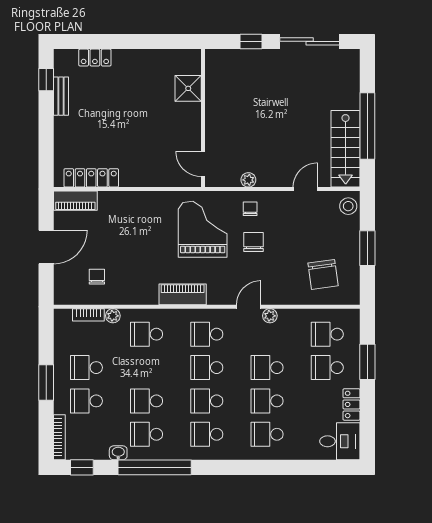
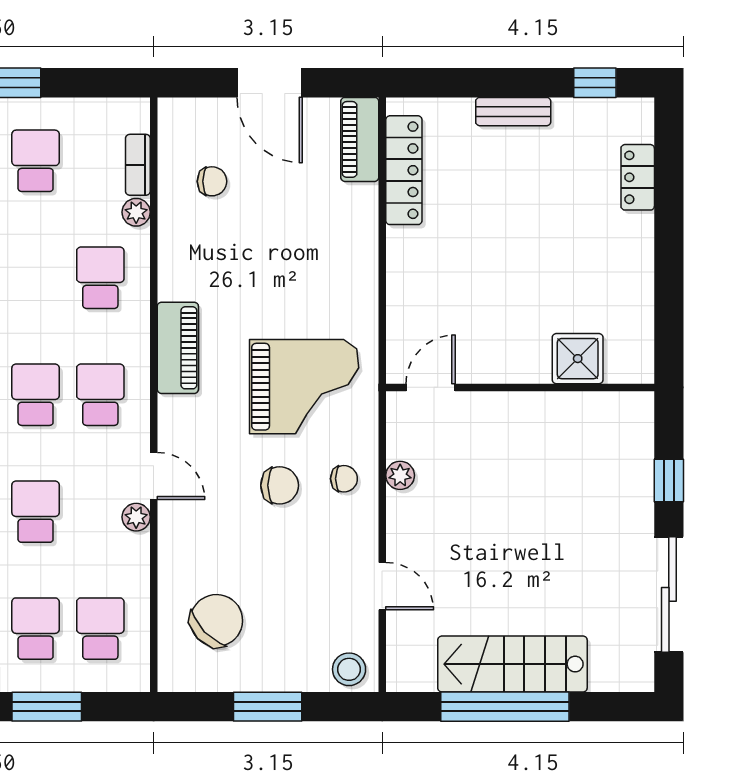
bench: (61, 96) -> (513, 112), moved
stairs: (346, 149) -> (512, 664), moved
chair: (323, 274) -> (216, 620), turned 144

